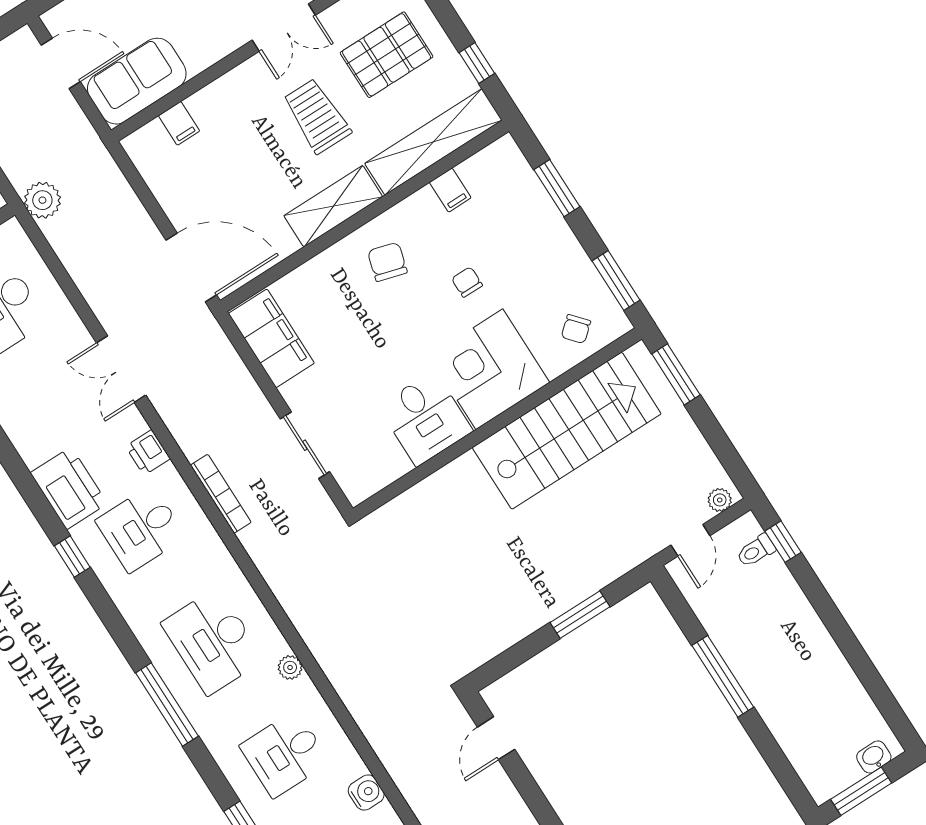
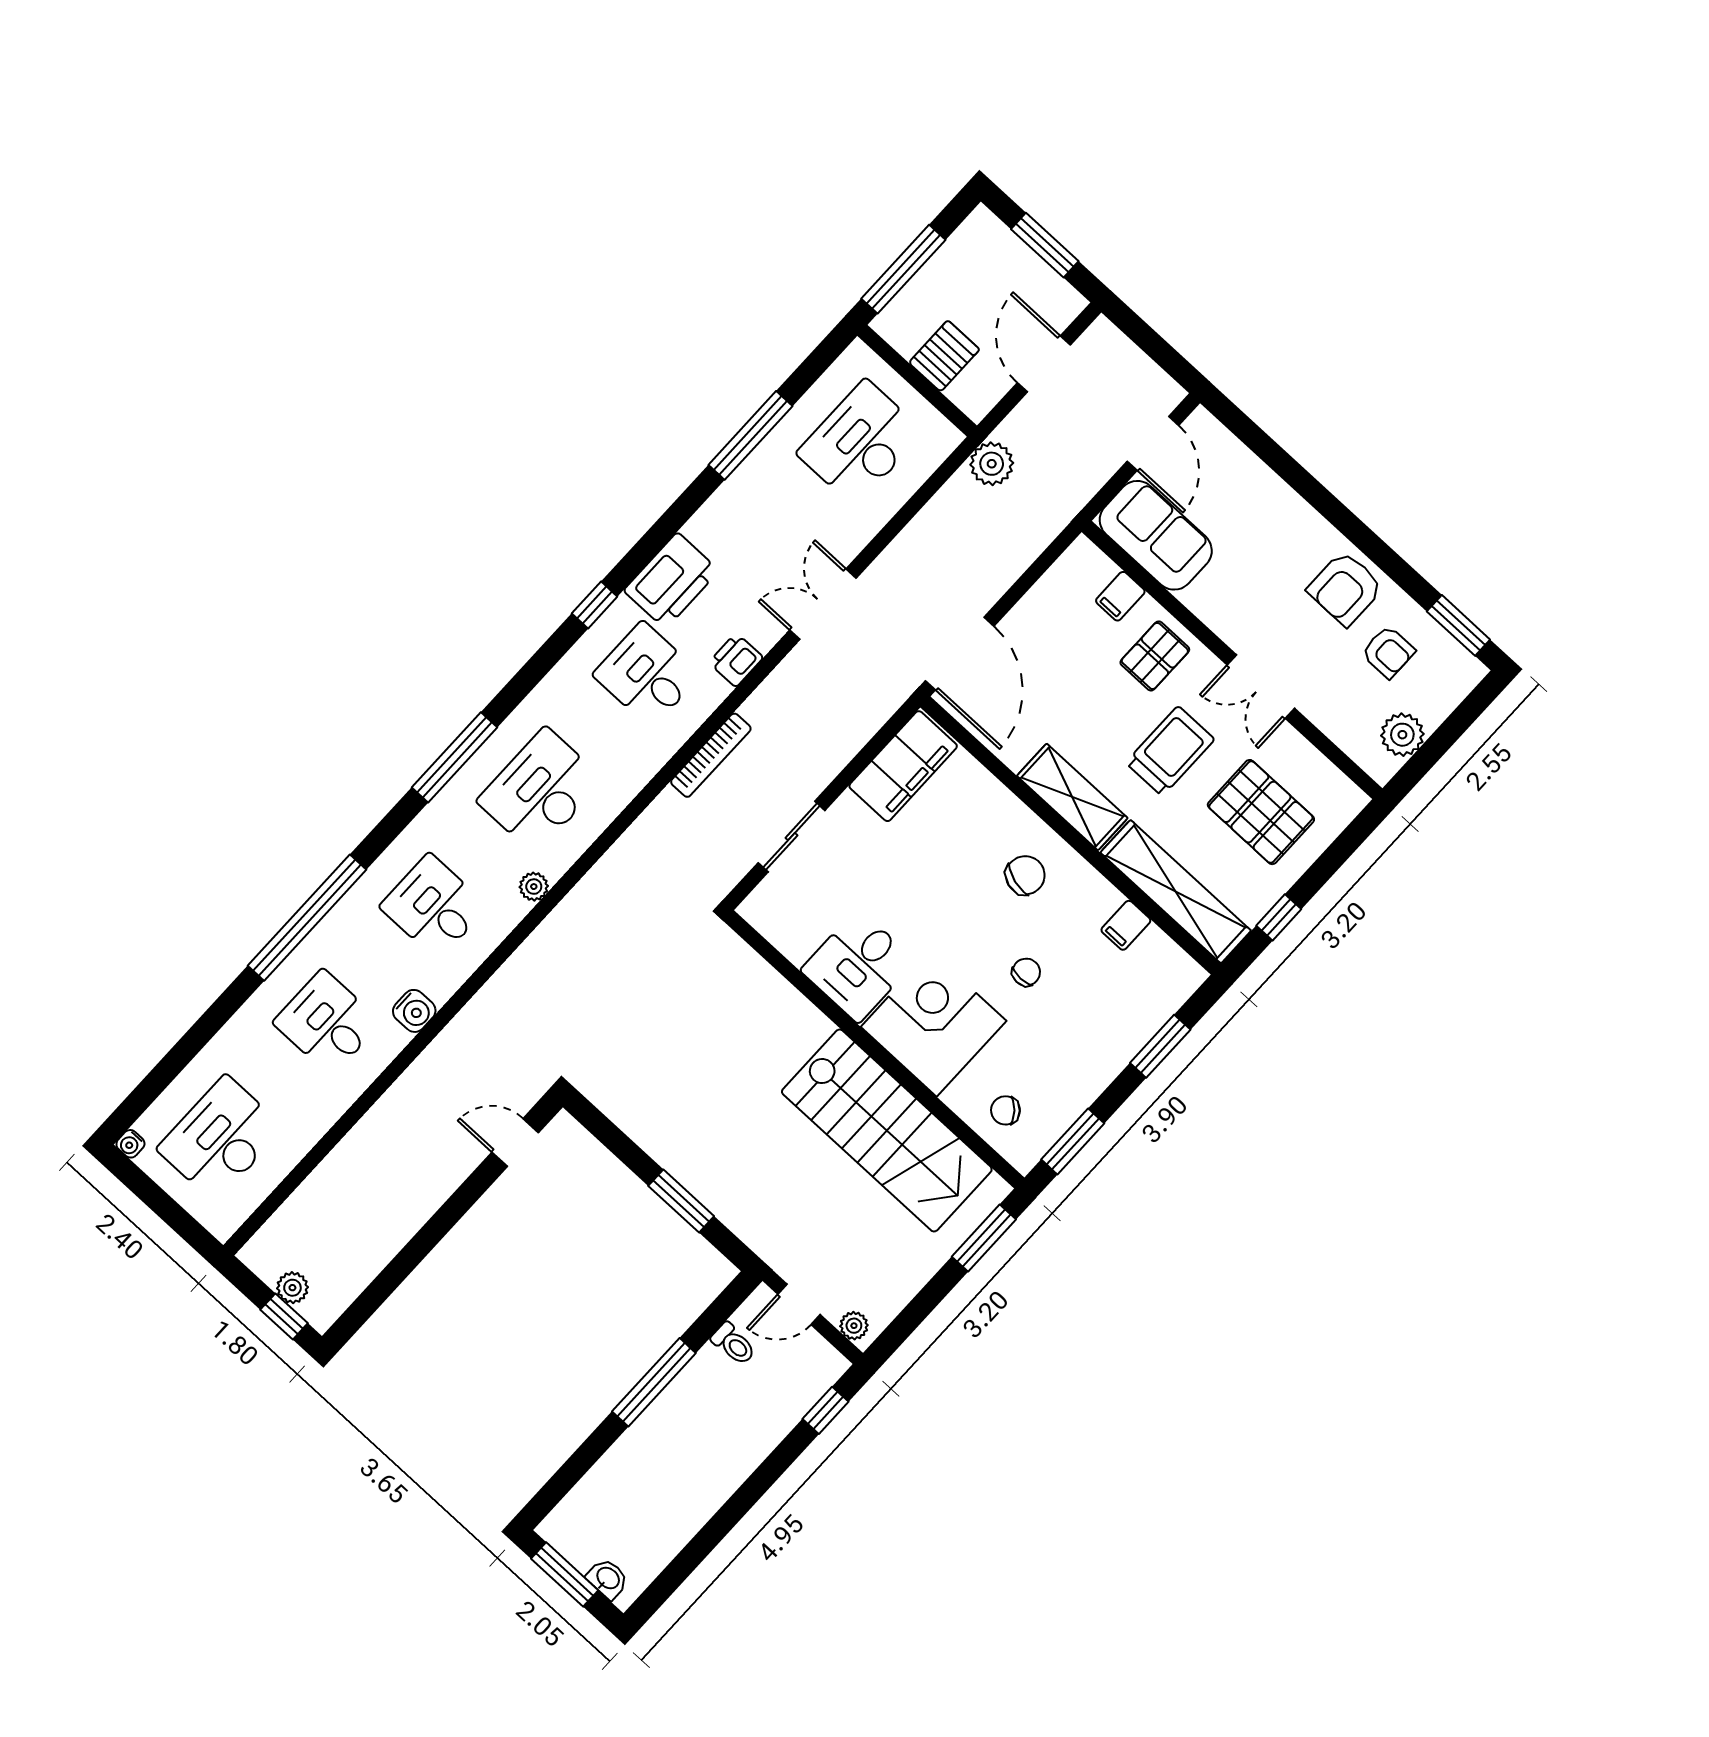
pallet: (236, 108) -> (1155, 656), added
toilet: (756, 551) -> (733, 1344), moved, turned 180

